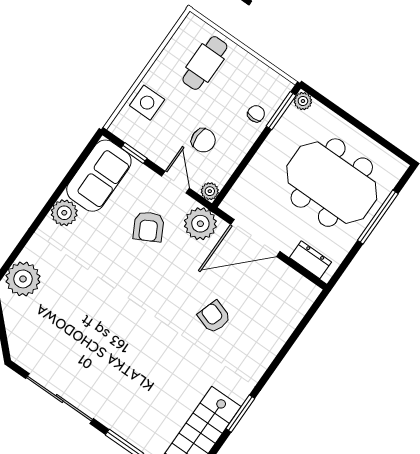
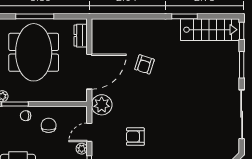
chair: (203, 140) -> (49, 125), moved
plant: (210, 191) -> (82, 149), moved
armchair: (149, 227) -> (135, 137), moved, turned -152
door: (255, 238) -> (89, 72), hinge flipped

